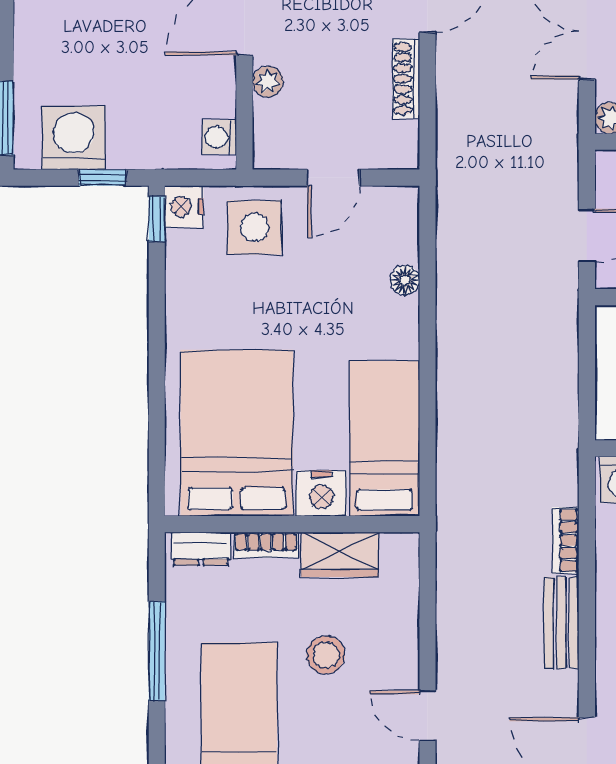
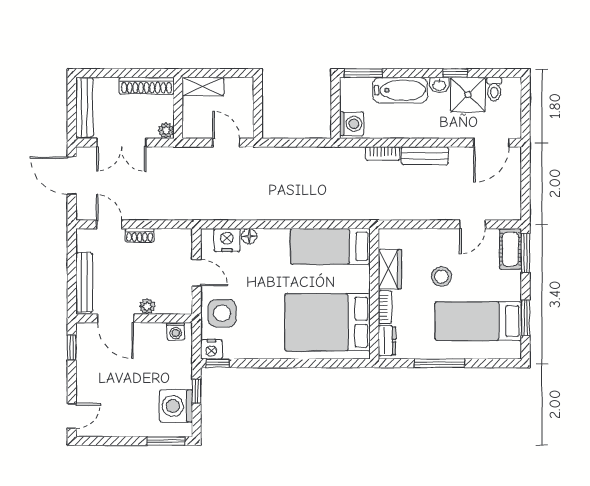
shoe rack: (406, 79) -> (140, 235), width x0.70
nightstand: (321, 493) -> (227, 240), moved, turned -90

